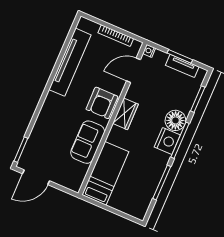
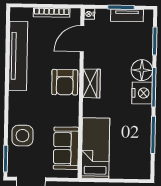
side table: (44, 135) -> (22, 136), added
sofa: (88, 142) -> (66, 148), moved

